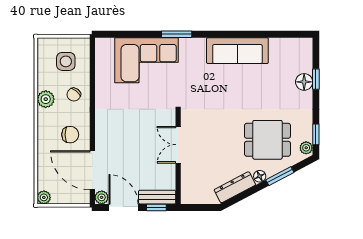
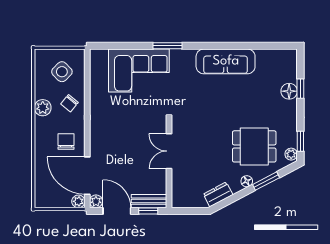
side table: (66, 61) -> (62, 72), turned 45
chair: (70, 135) -> (66, 142), turned -90
dresser: (235, 187) -> (218, 194), width x0.70
plant: (44, 197) -> (78, 201), moved

